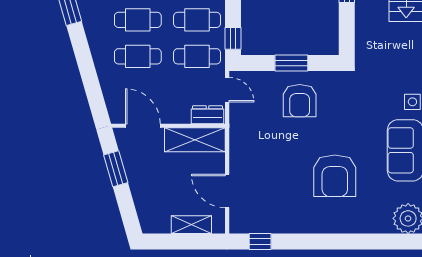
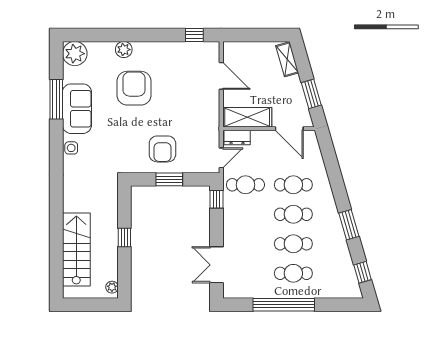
cafe table: (197, 20) -> (245, 214), removed
door: (227, 90) -> (221, 158), swing flipped
armchair: (300, 101) -> (162, 149), turned 180
plant: (347, 223) -> (124, 50), added
shelving: (191, 225) -> (287, 59), moved, turned 74

